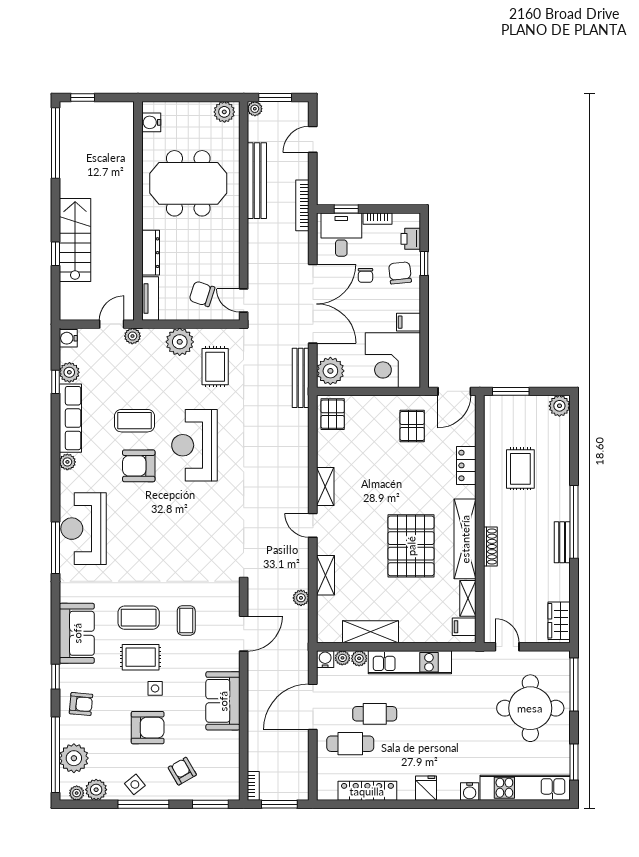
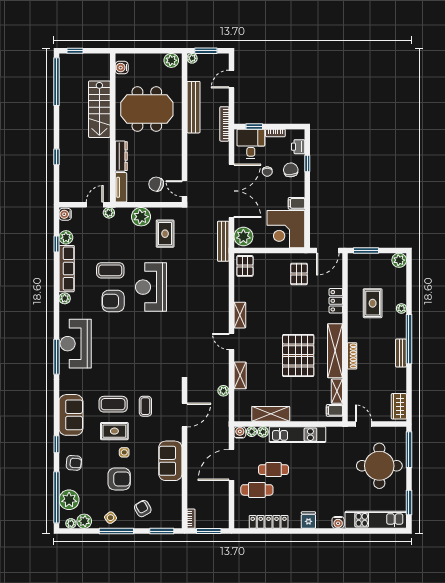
stairs: (75, 240) -> (99, 109), moved, turned 180
plant: (563, 477) -> (401, 308), added

